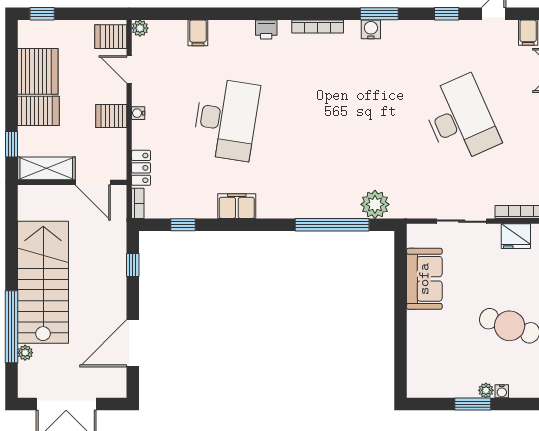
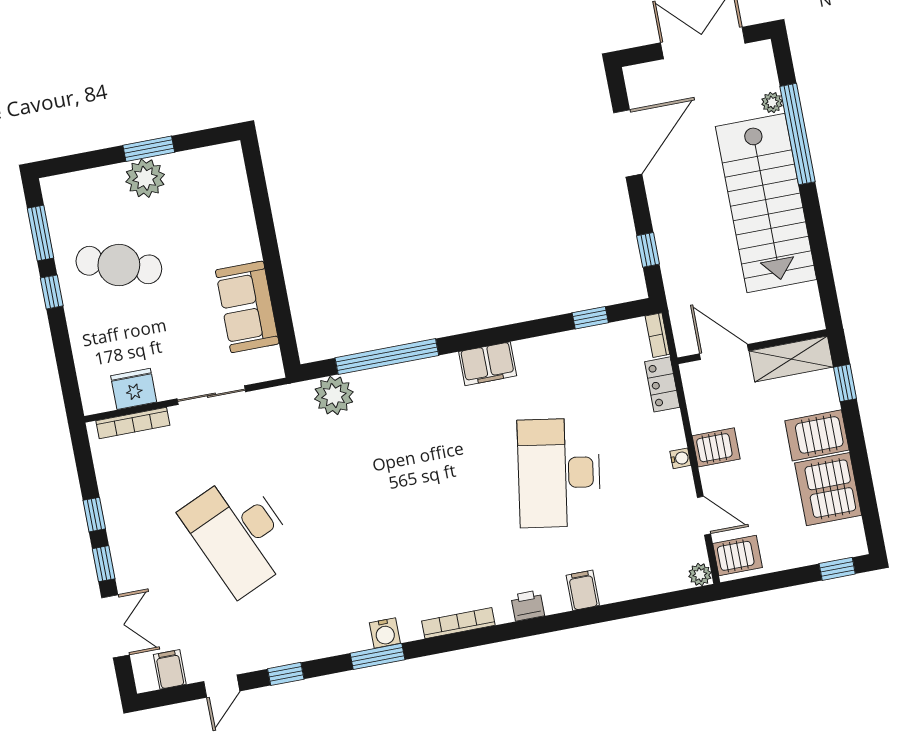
filing cabinet: (198, 33) -> (583, 590), moved
filing cabinet: (237, 206) -> (488, 364), moved
plant: (486, 390) -> (145, 178), width x1.88, depth x1.88
water cooler: (502, 391) -> (112, 174), removed

